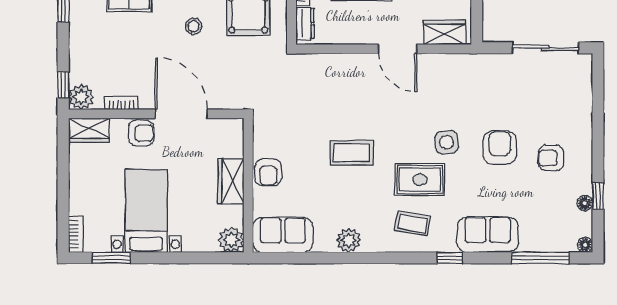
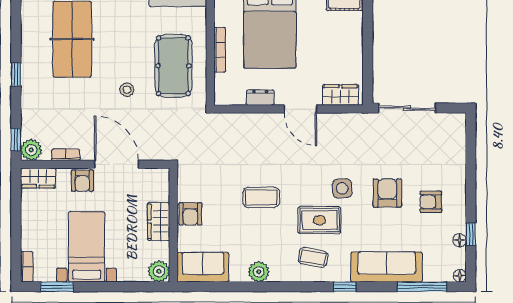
dresser: (305, 24) -> (260, 98), moved, turned -90
sliding door: (545, 48) -> (407, 108), moved
armchair: (141, 133) -> (82, 181), turned 90
sofa: (488, 235) -> (387, 267), width x1.36

